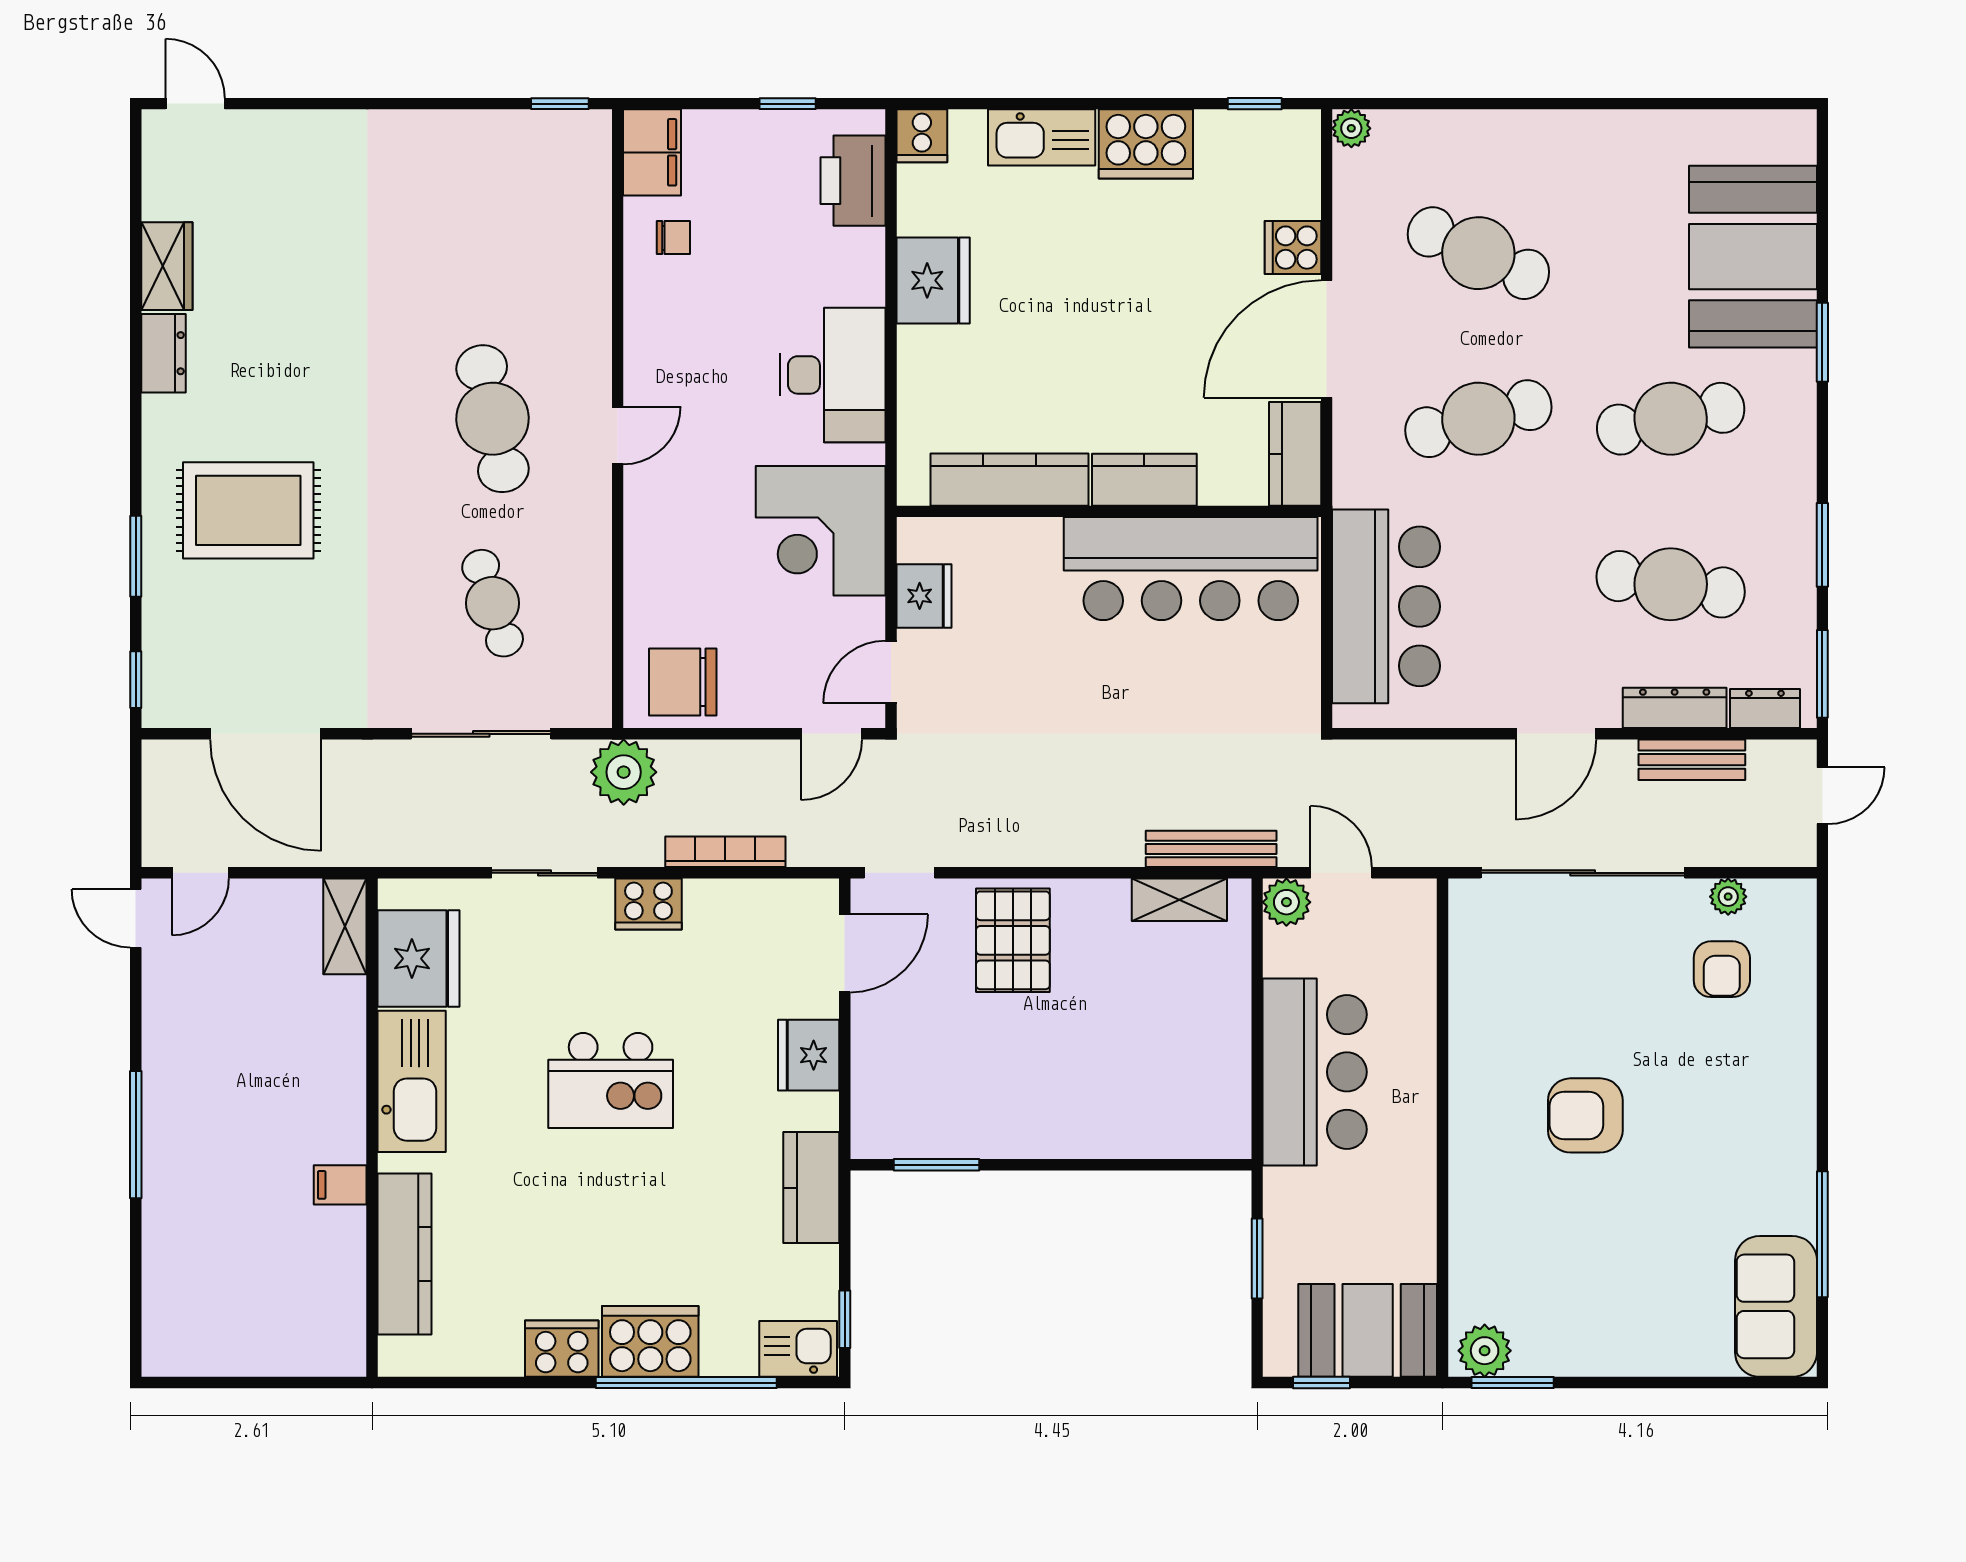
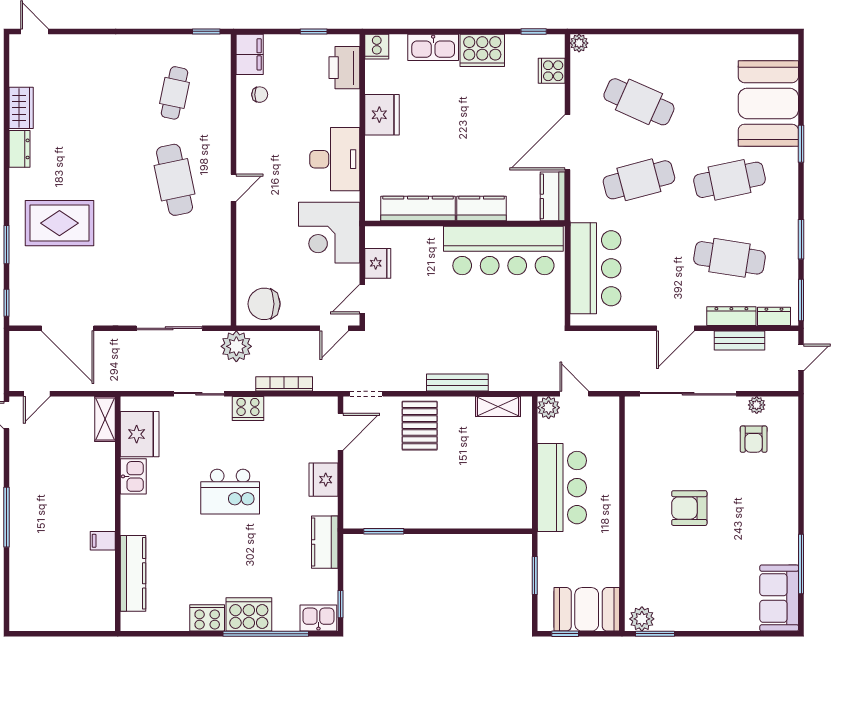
cooker: (1293, 248) -> (552, 71), moved
cafe table: (493, 603) -> (175, 93), moved, turned 30
bench: (1211, 849) -> (457, 383), moved
kitchen sink: (412, 1081) -> (133, 476), width x0.53, depth x0.81

